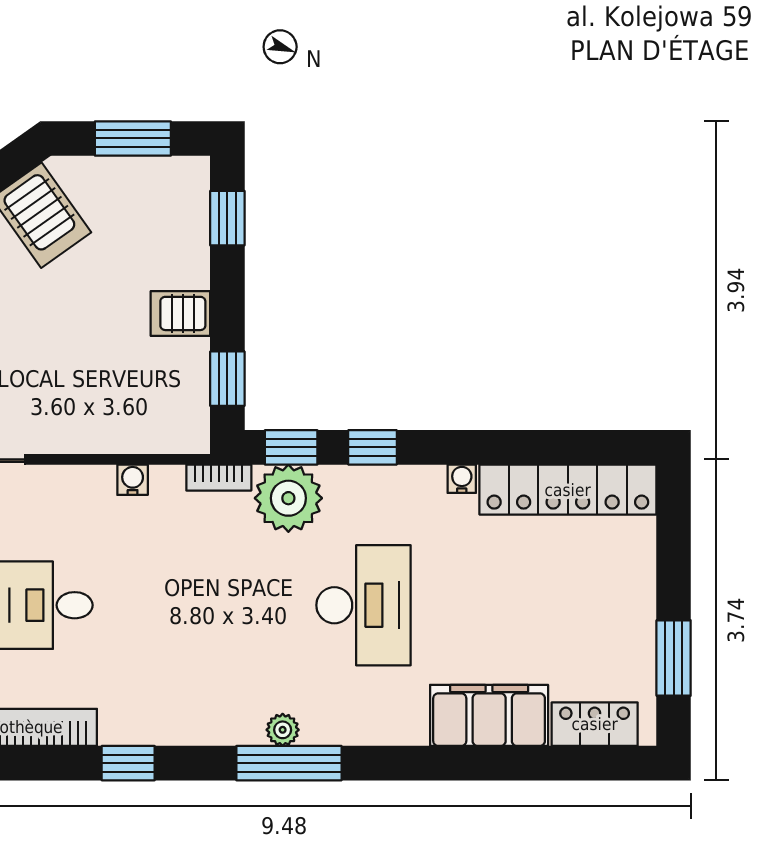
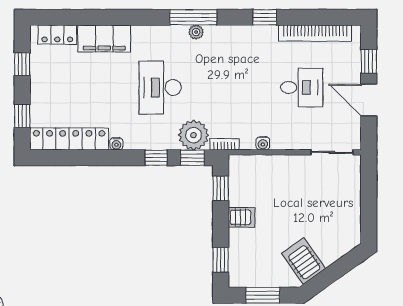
window: (674, 541) -> (22, 116), added
window: (674, 658) -> (22, 64), width x0.67

